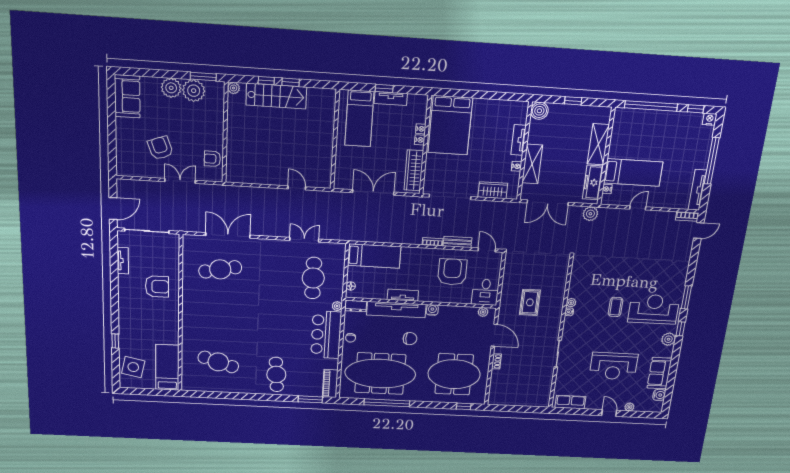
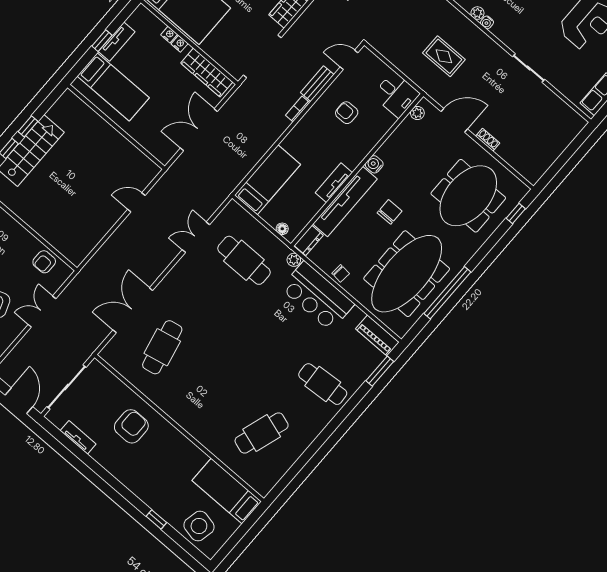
armchair: (452, 272) -> (347, 113), width x0.53, depth x0.53

